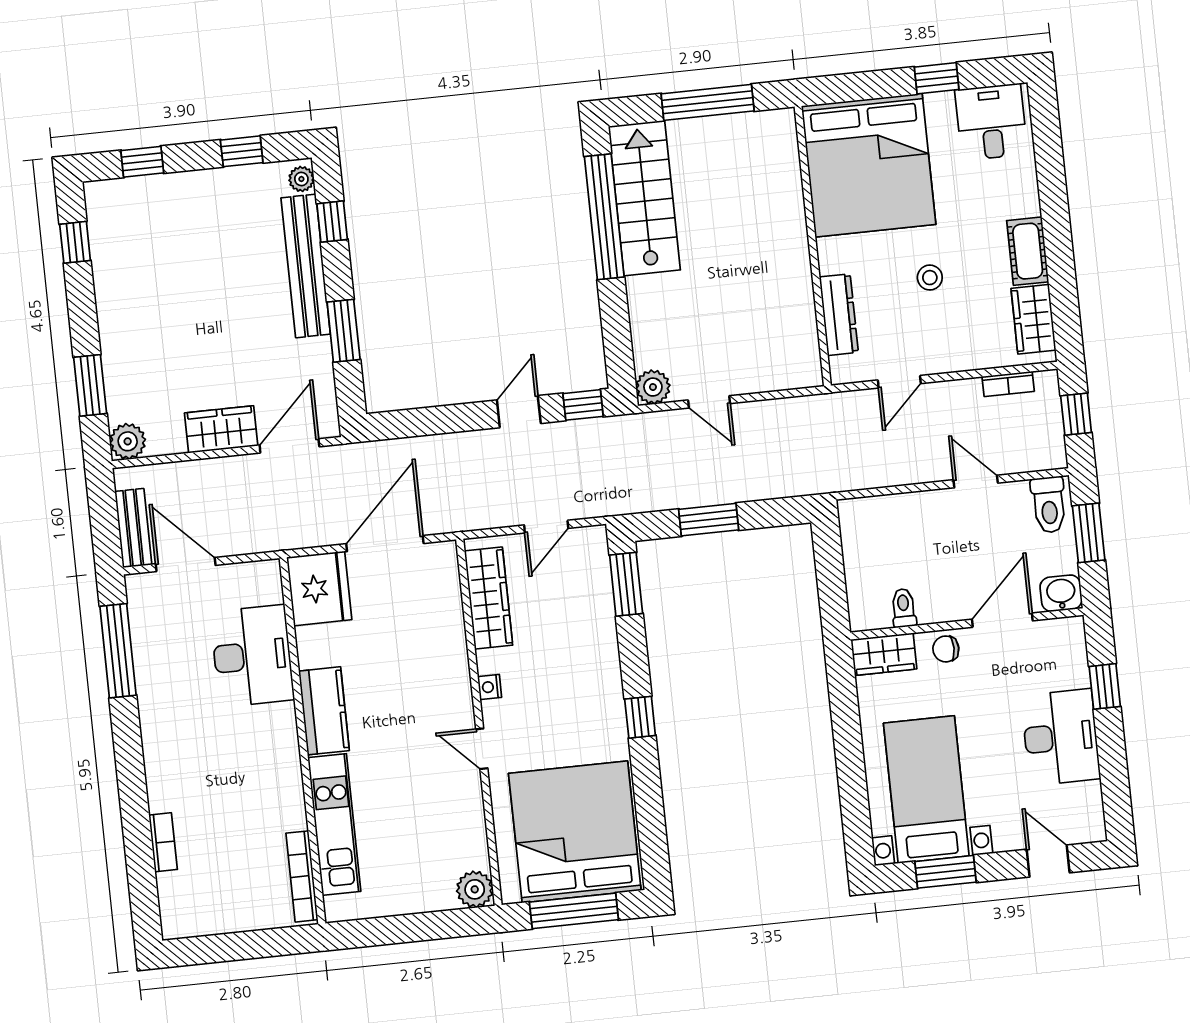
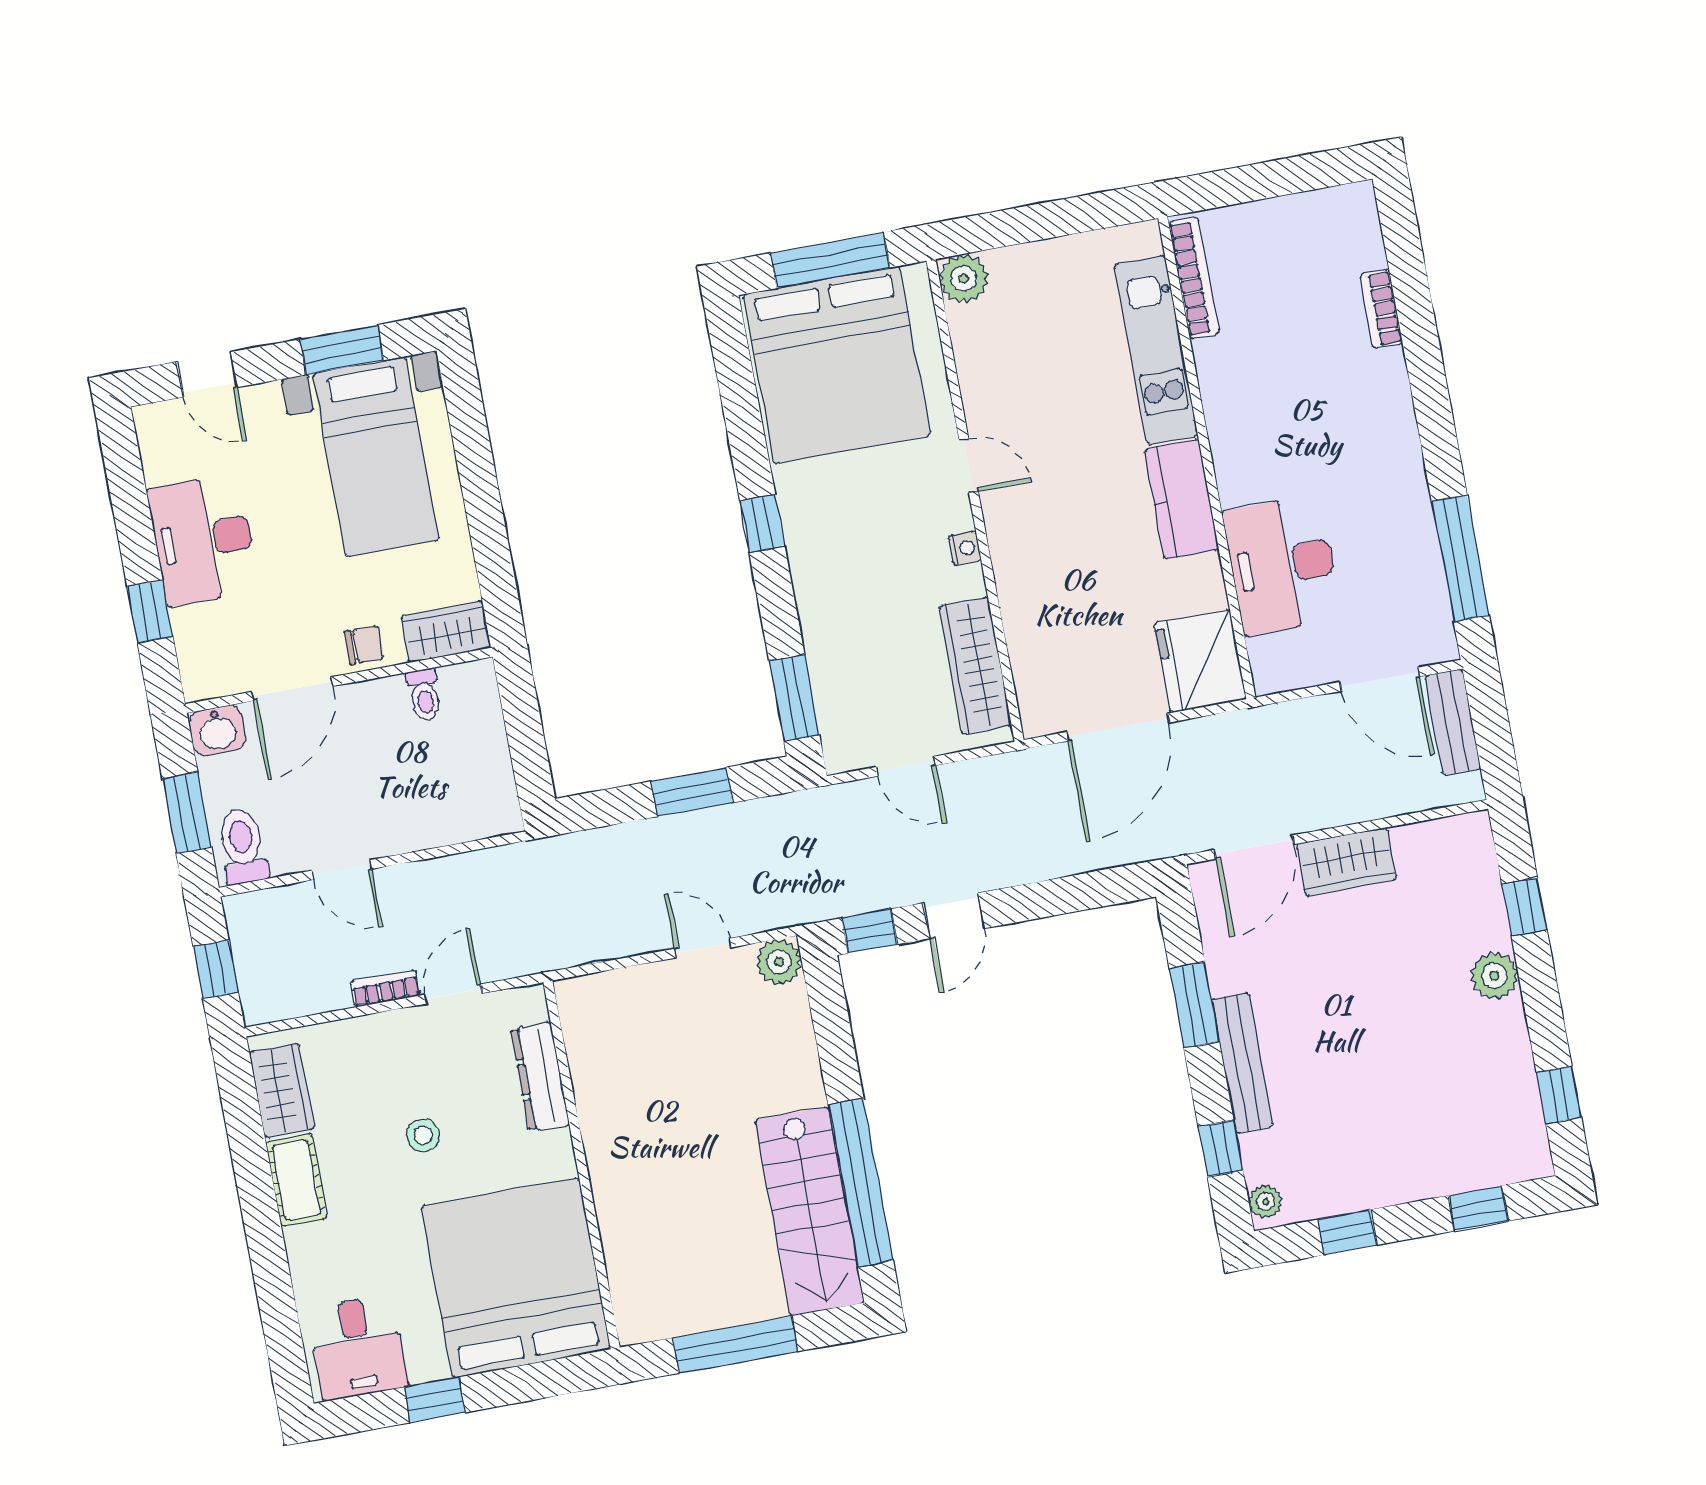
bench: (306, 266) -> (1242, 1063), width x0.73, depth x0.82
bookcase: (1008, 384) -> (385, 988), moved
window: (90, 385) -> (1524, 907), width x0.67
plant: (128, 441) -> (1495, 976), moved
door: (546, 527) -> (906, 766), swing flipped

